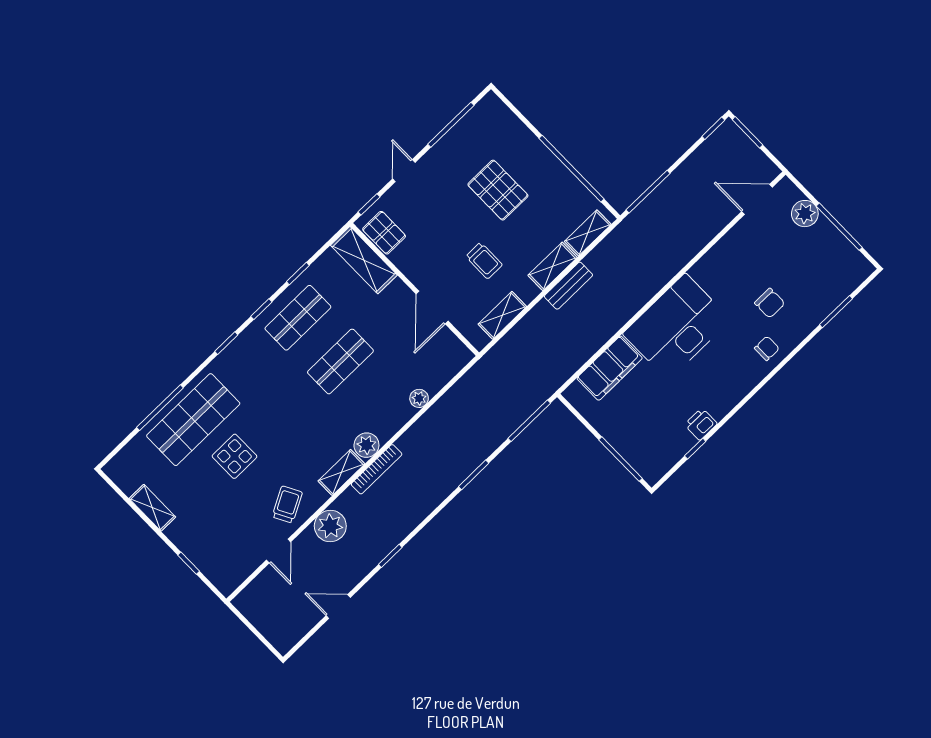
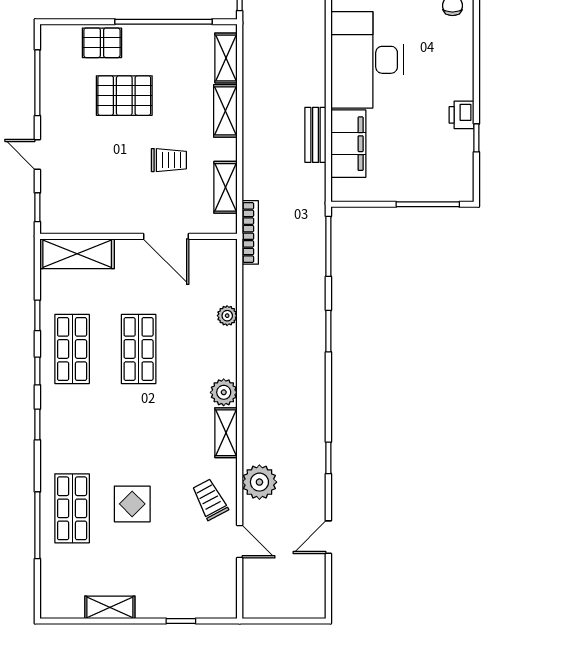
pallet: (384, 233) -> (102, 43), moved
bench: (568, 286) -> (315, 135), moved
shop shelf: (193, 420) -> (72, 508), width x0.70, depth x0.74
bookcase: (377, 469) -> (250, 232), moved

